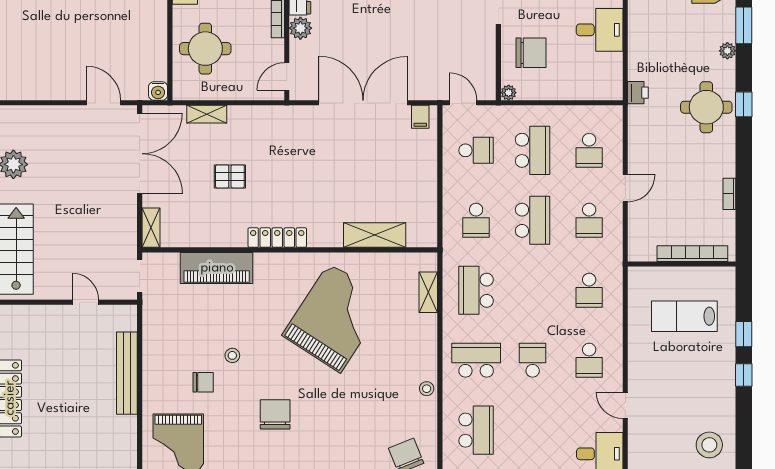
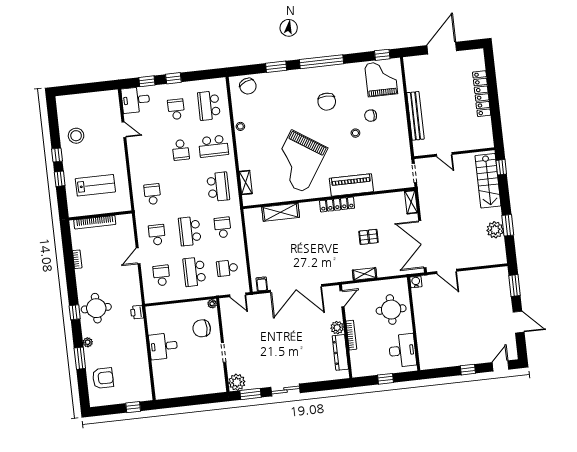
shelving: (207, 114) -> (365, 274), moved
piano: (217, 268) -> (351, 185), moved
school desk: (589, 360) -> (176, 109), moved
stool: (709, 445) -> (76, 136), moved

